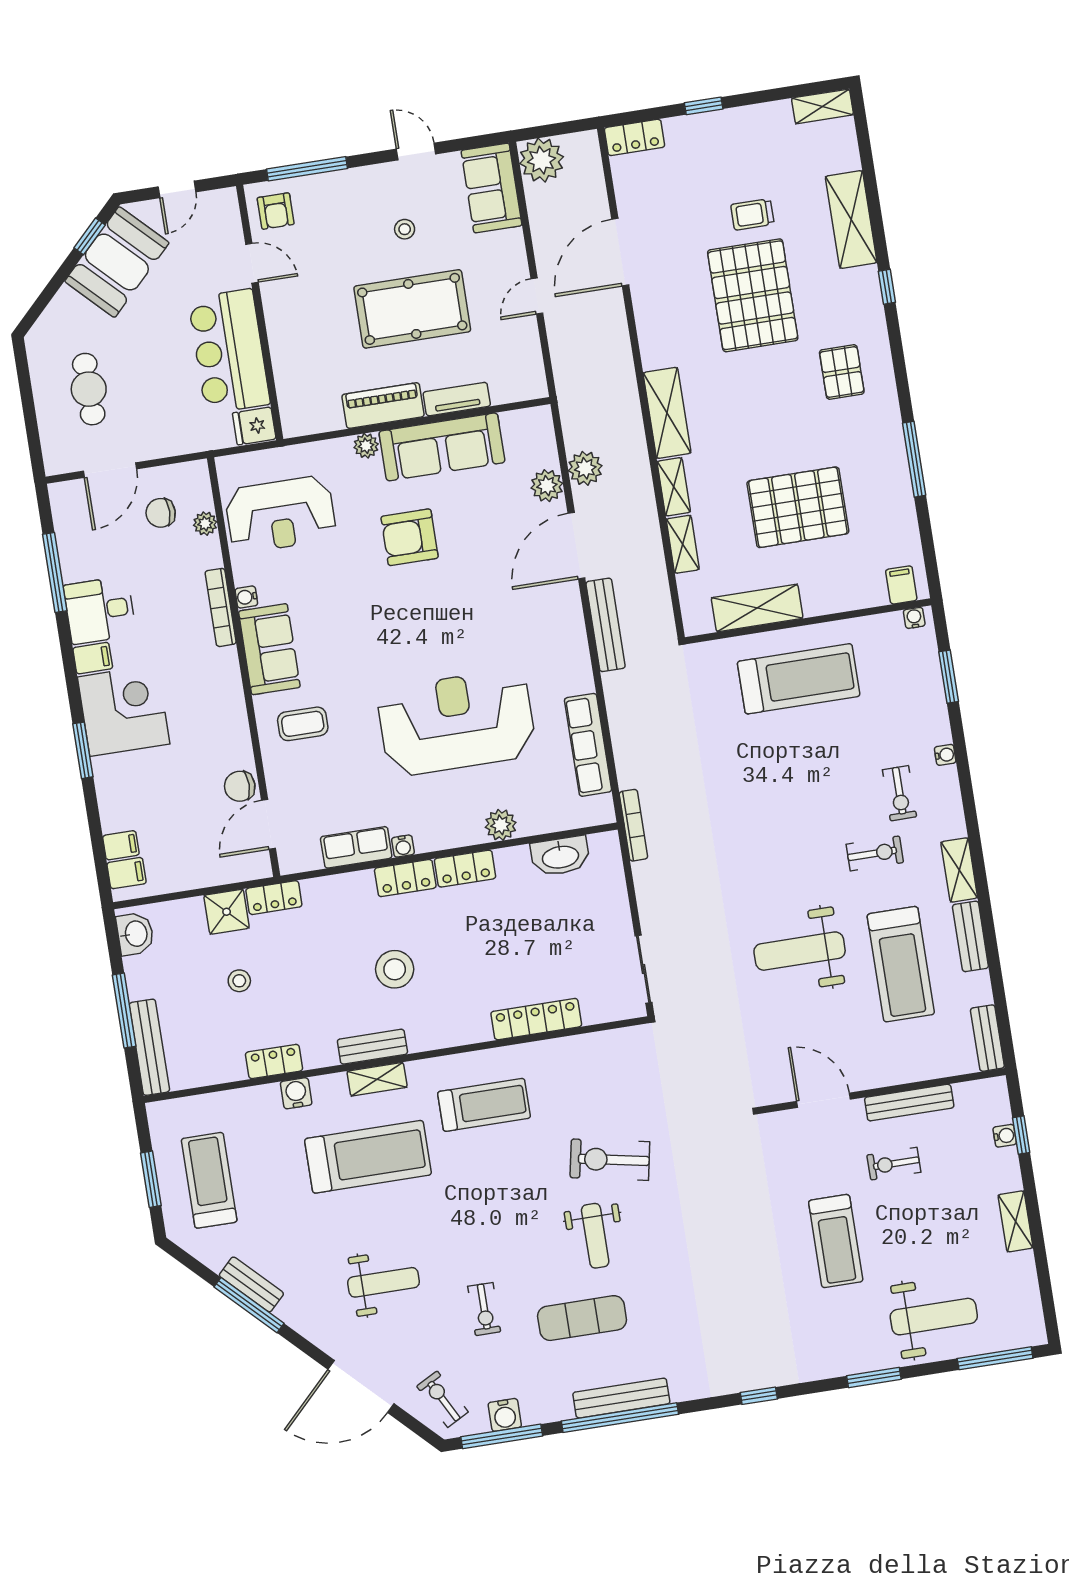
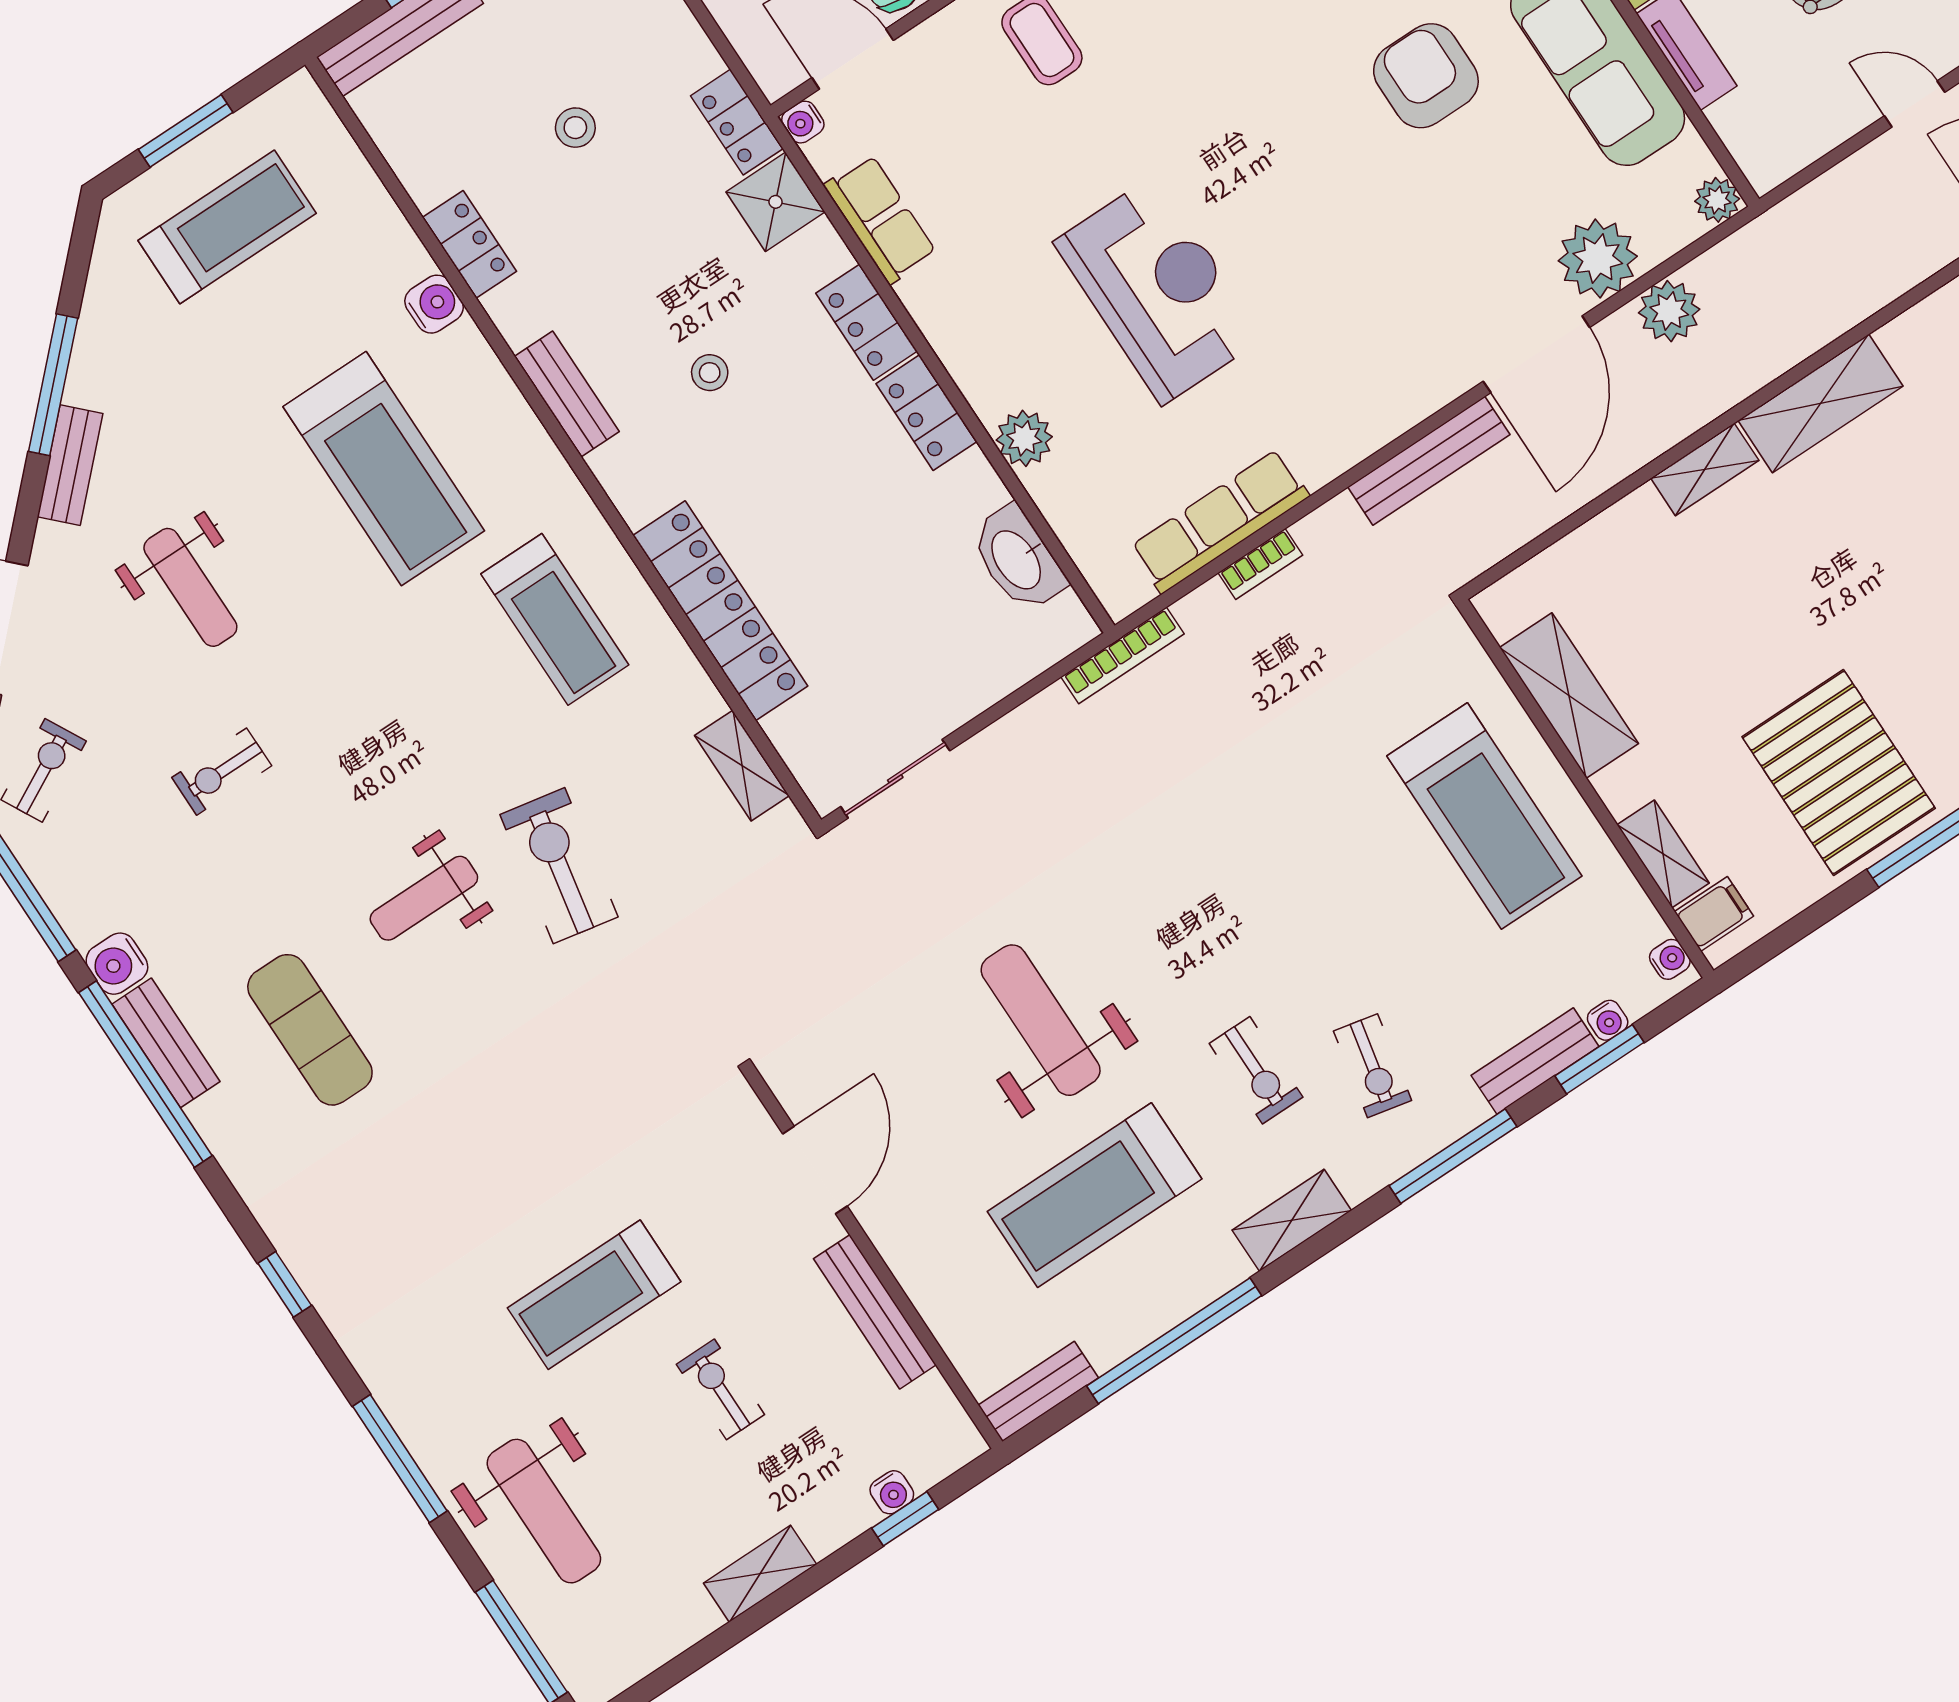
plant: (540, 418) -> (1717, 200), added
plant: (547, 486) -> (1598, 259), width x1.36, depth x1.36
pallet: (798, 507) -> (1839, 772), moved
shelving: (683, 544) -> (1663, 854), moved, turned 90
door: (576, 546) -> (1536, 354), swing flipped
reception desk: (457, 722) -> (1159, 290), width x0.74, depth x0.77
bookcase: (619, 734) -> (1260, 564), added
water cooler: (945, 755) -> (1608, 1020), moved
window: (964, 773) -> (1453, 1156), added
exercise bike: (899, 793) -> (1373, 1066), turned -78
water cooler: (403, 846) -> (803, 122), moved
shower: (227, 912) -> (776, 202), moved
bench: (970, 936) -> (1535, 1061), moved
window: (993, 958) -> (1174, 1341), added
stool: (395, 969) -> (710, 373), width x0.53, depth x0.53
locker: (536, 1019) -> (720, 611), width x1.41, depth x1.21
shelving: (377, 1079) -> (742, 766), moved
exercise bike: (894, 1164) -> (720, 1389), moved
bench: (251, 1284) -> (70, 465), moved
exercise mat: (582, 1318) -> (310, 1030), moved
window: (874, 1377) -> (400, 1459), width x1.44
bench: (621, 1398) -> (166, 1043), width x0.73
water cooler: (505, 1415) -> (117, 964), moved

